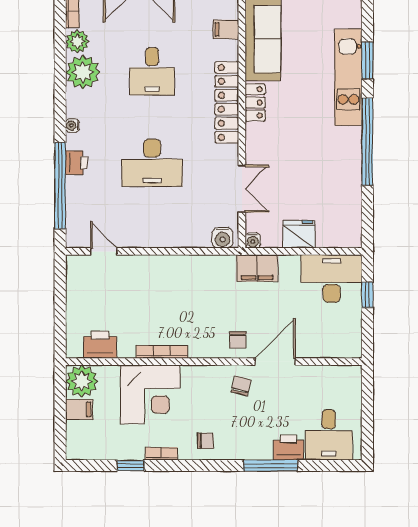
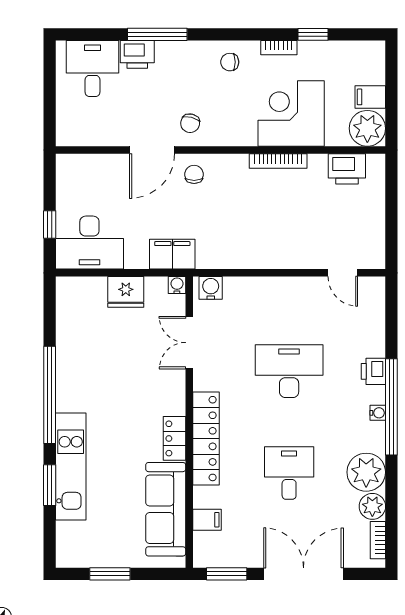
window: (60, 186) -> (391, 407), moved

